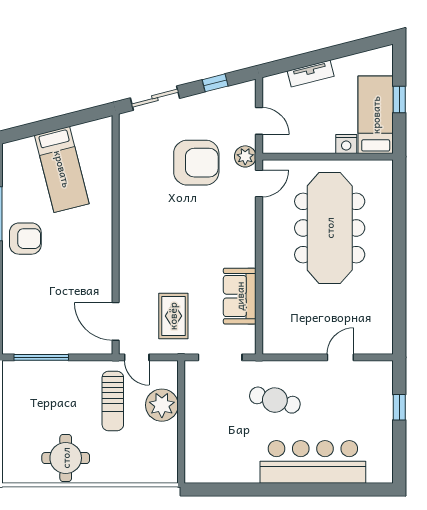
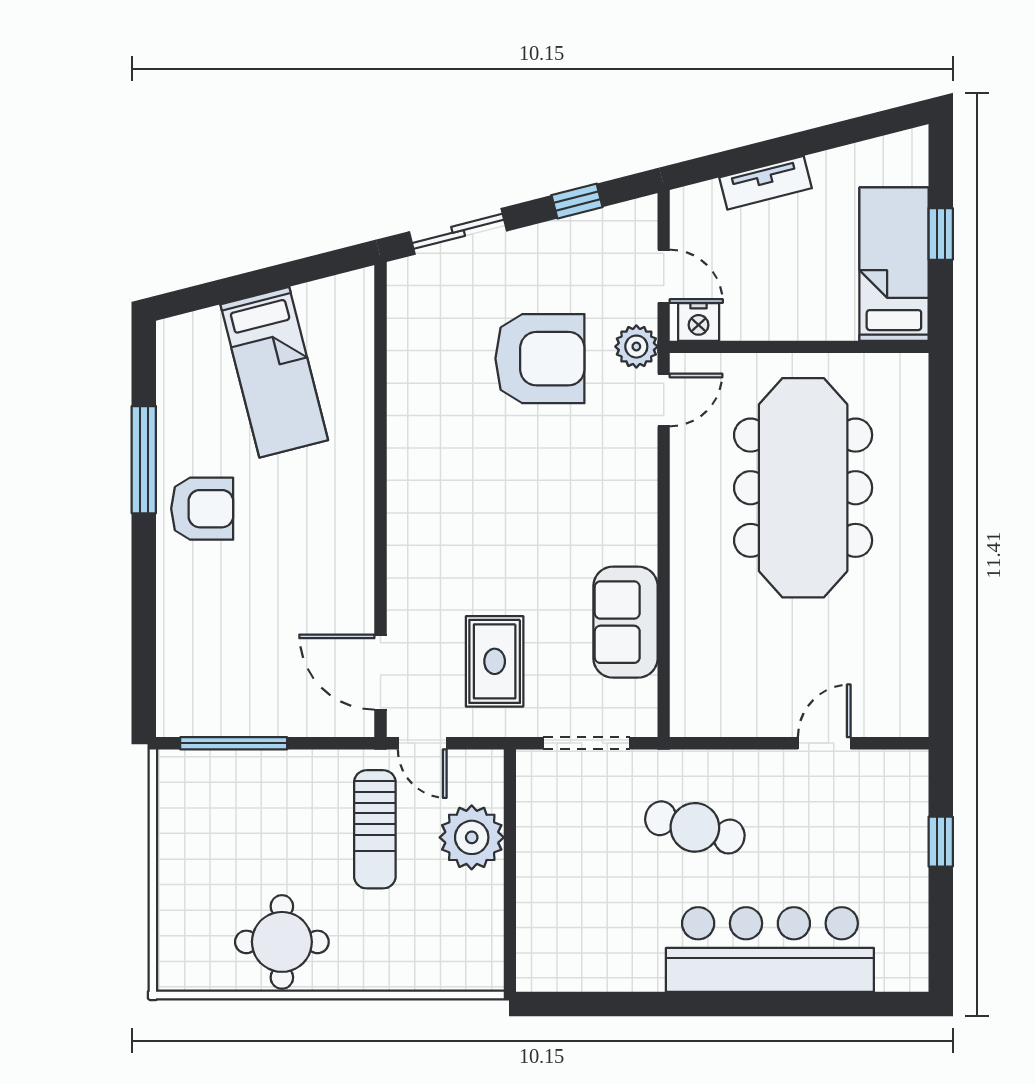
nightstand: (346, 144) -> (699, 322), moved

